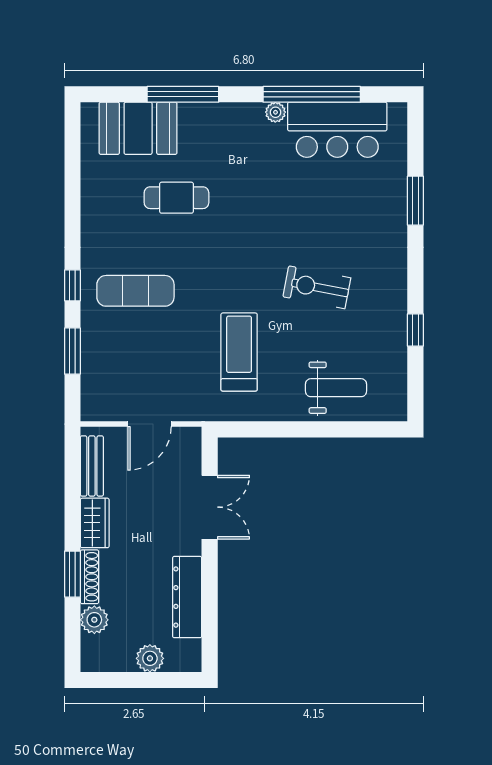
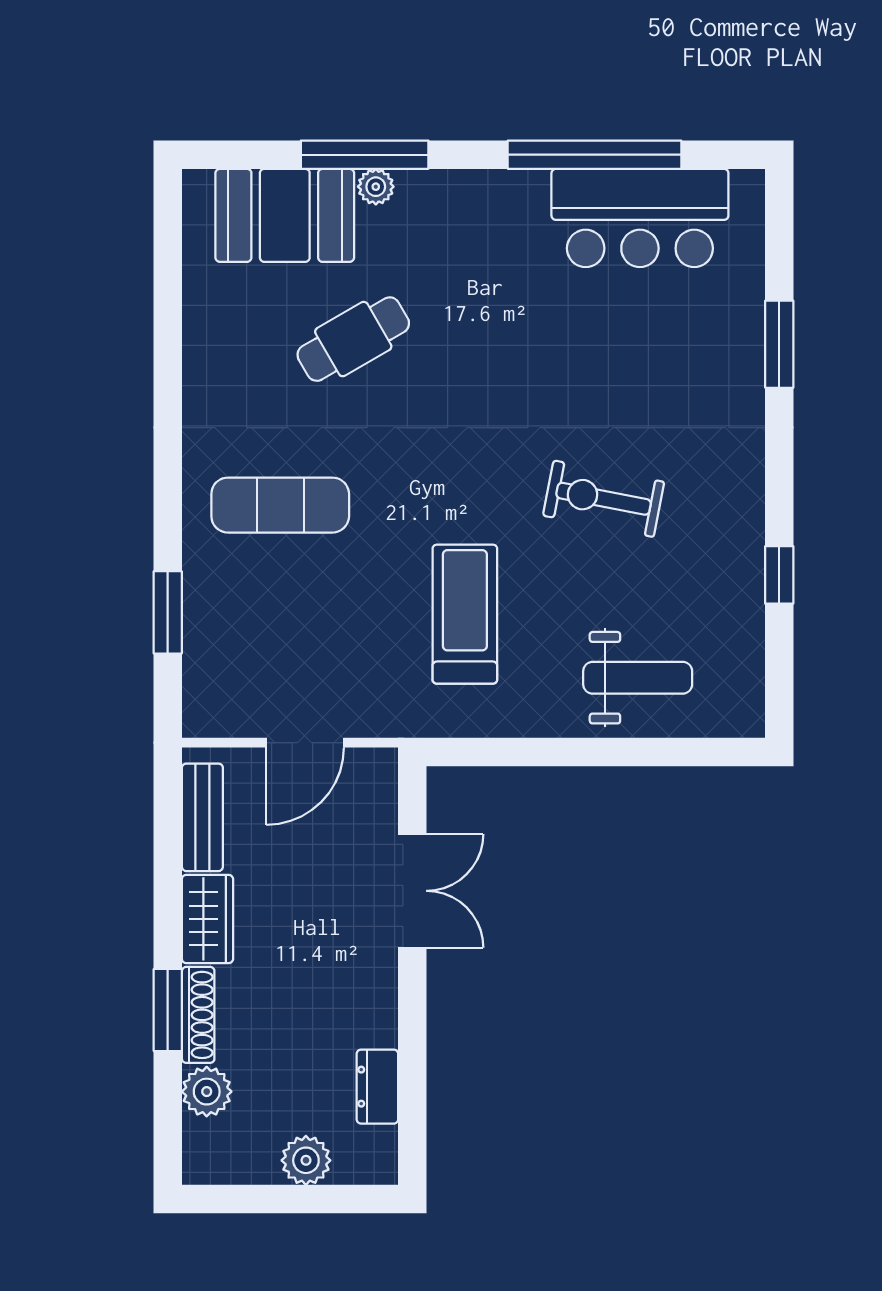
plant: (275, 112) -> (376, 187), moved
cafe table: (176, 198) -> (353, 339), turned -30
window: (72, 285) -> (168, 495), removed
dresser: (187, 597) -> (377, 1087), width x0.51, depth x0.80

